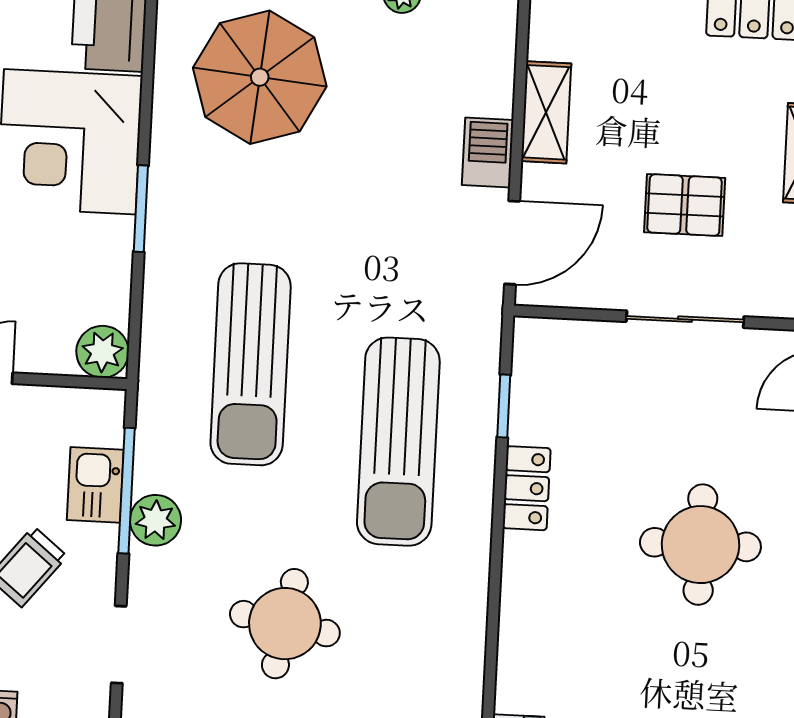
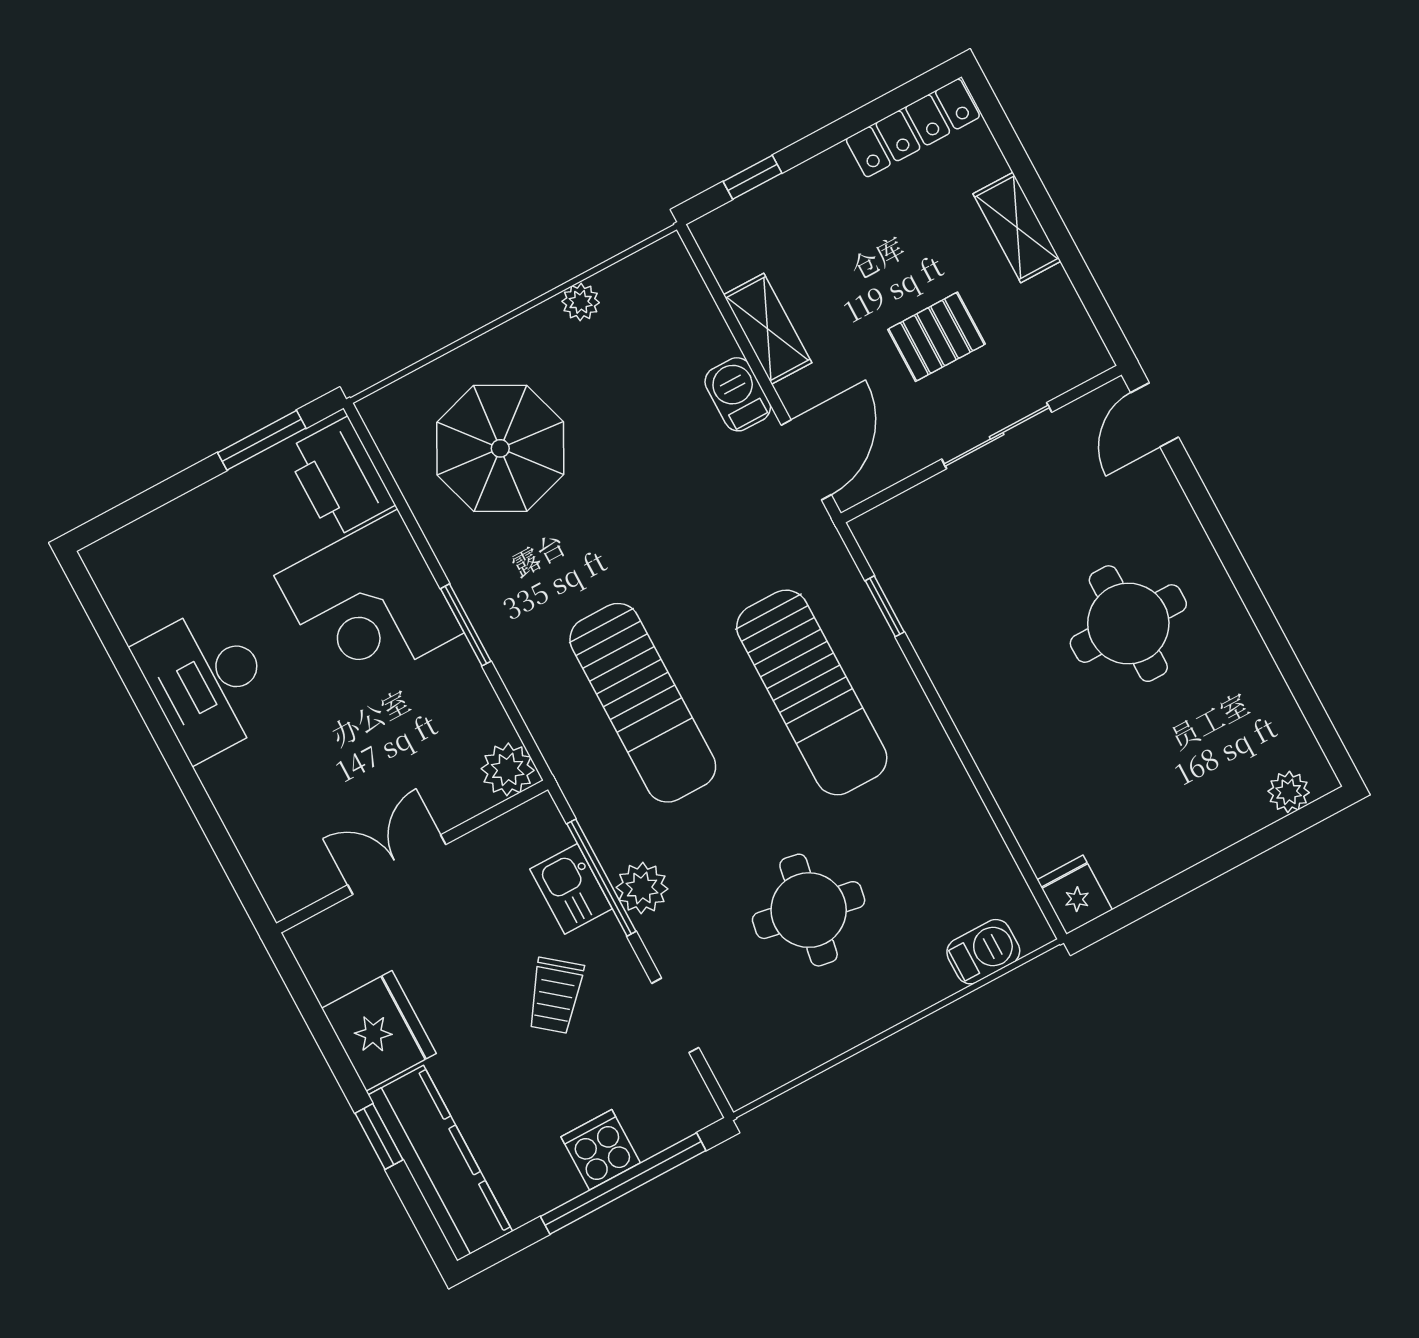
locker: (527, 488) -> (948, 666), removed

